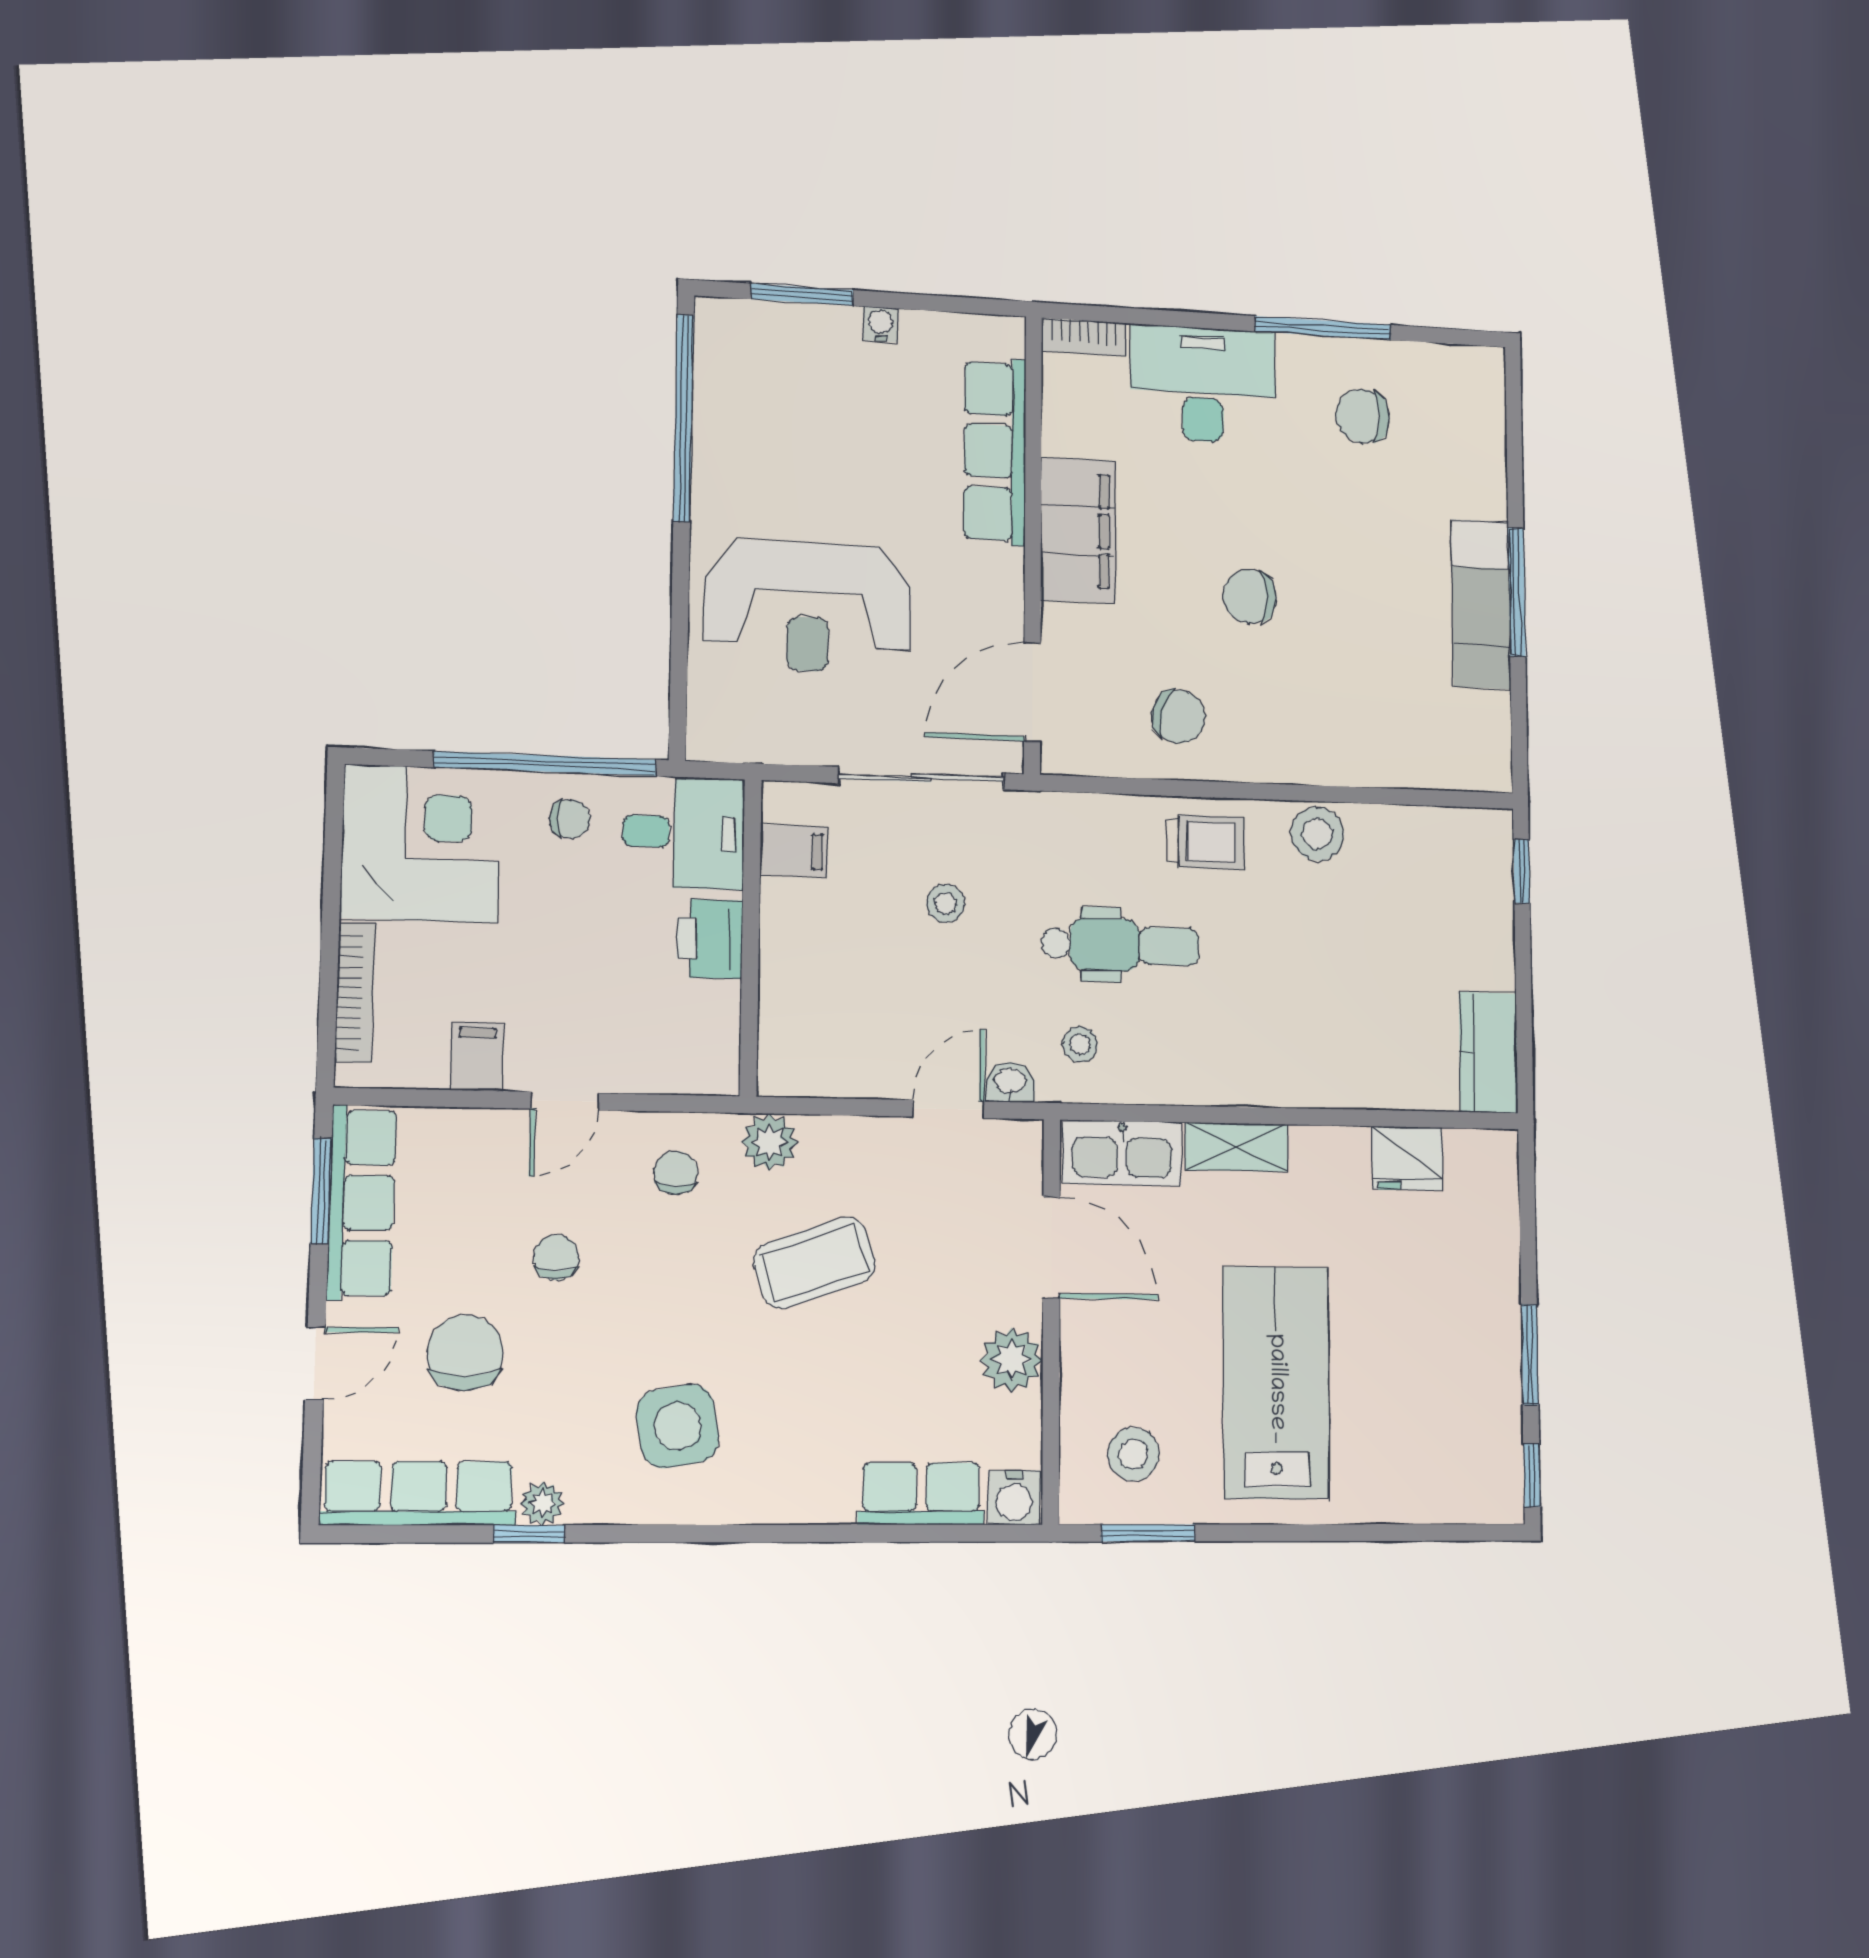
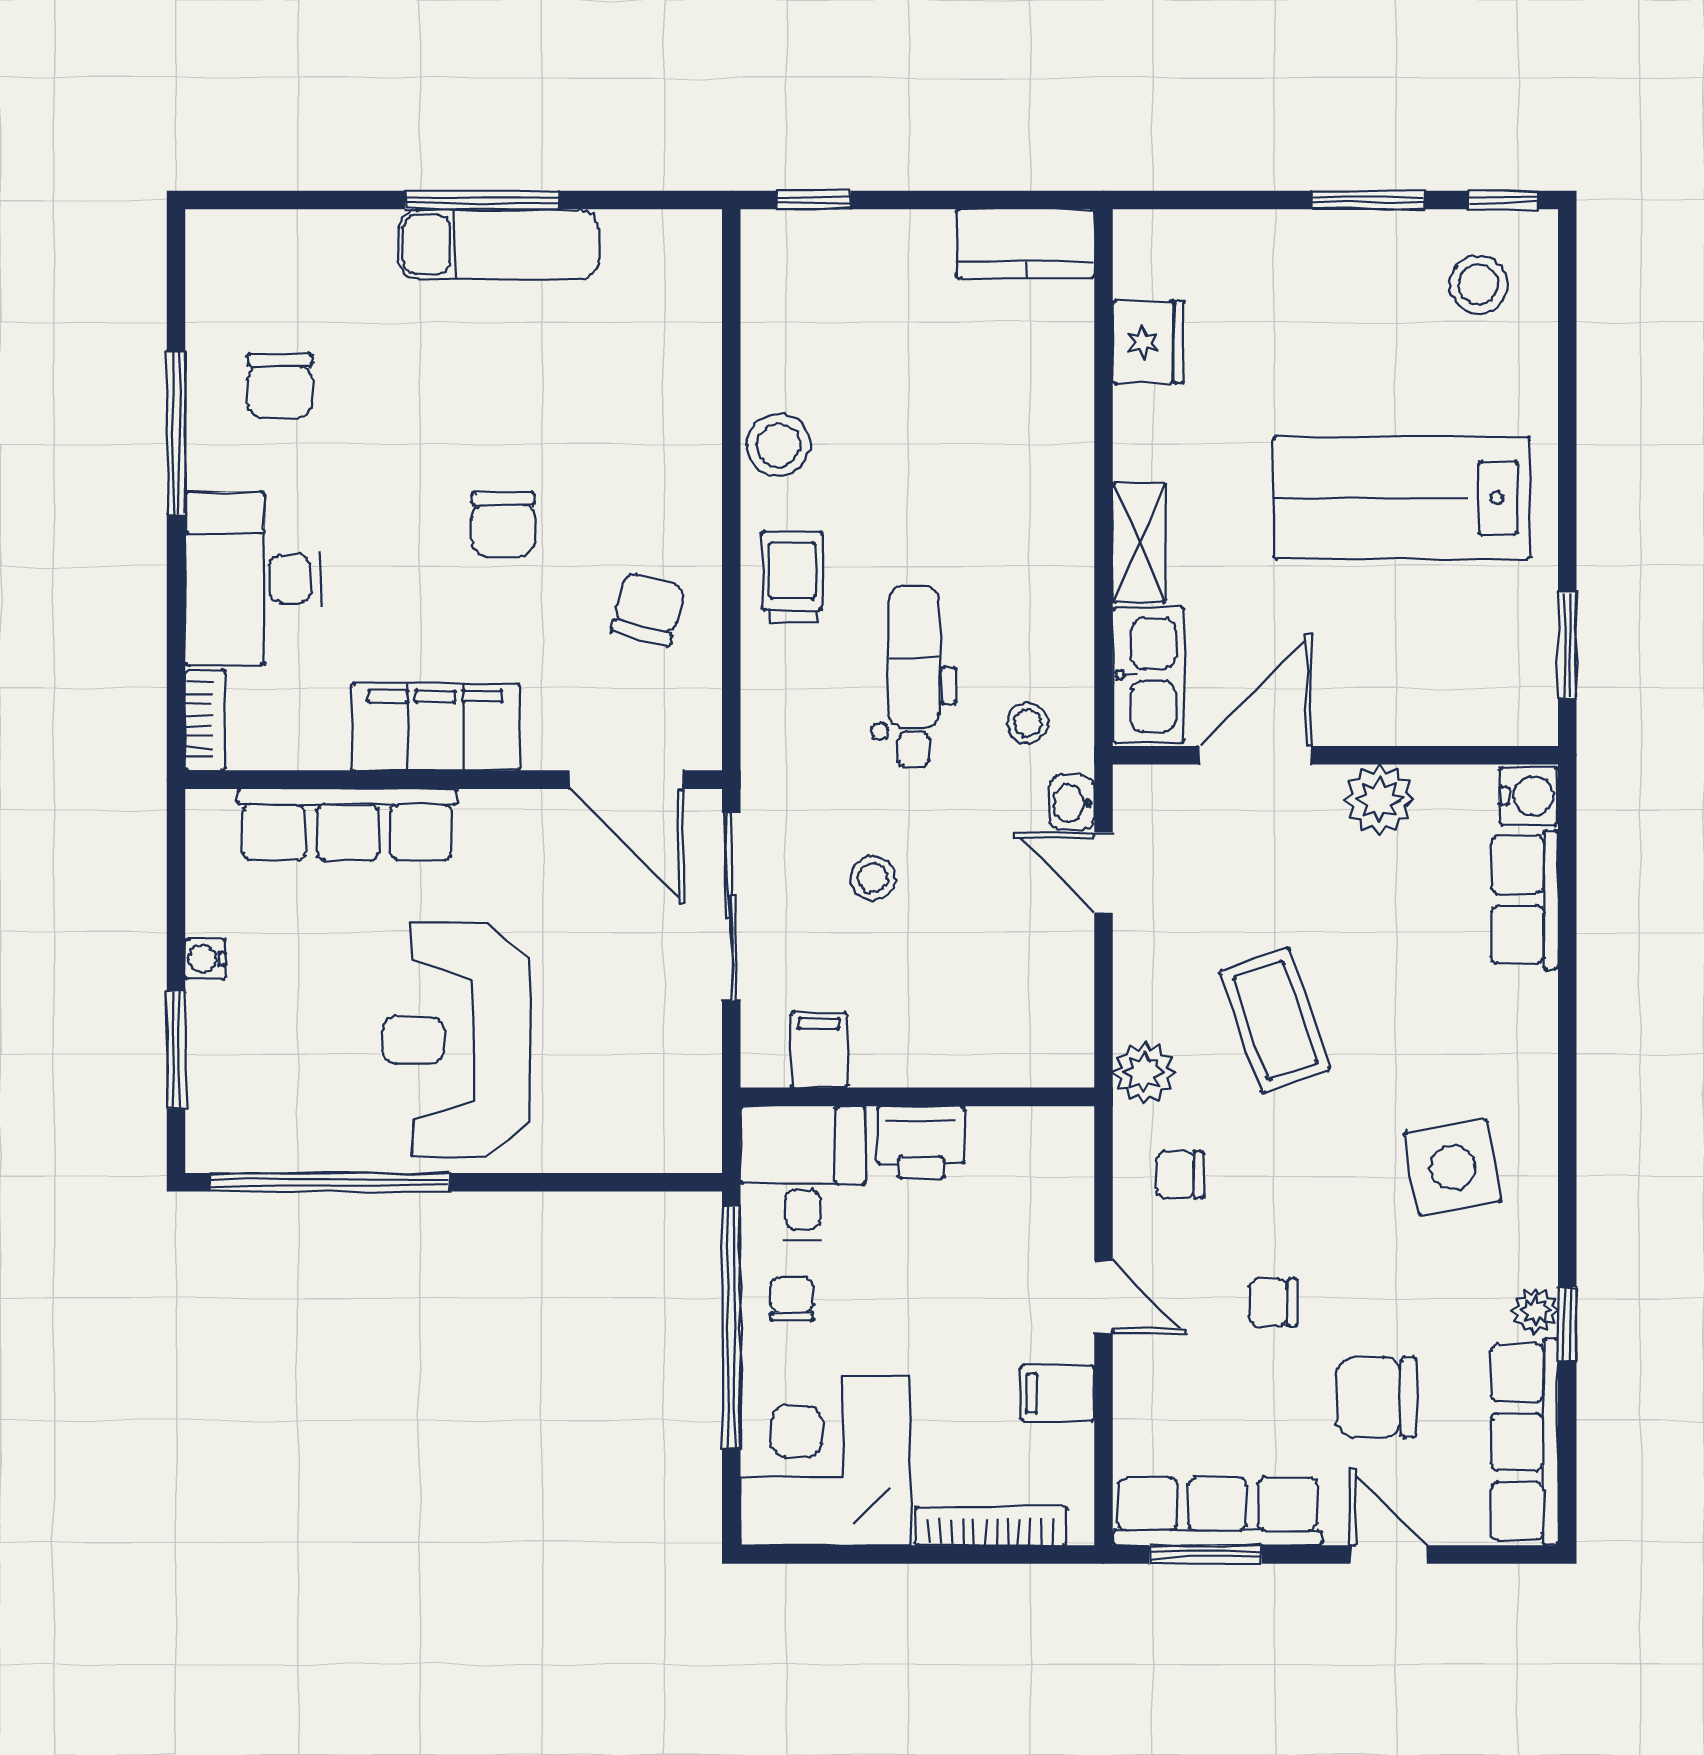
reception desk: (808, 607) -> (456, 1040), moved, turned 180
stool: (1134, 1454) -> (1478, 284), moved

